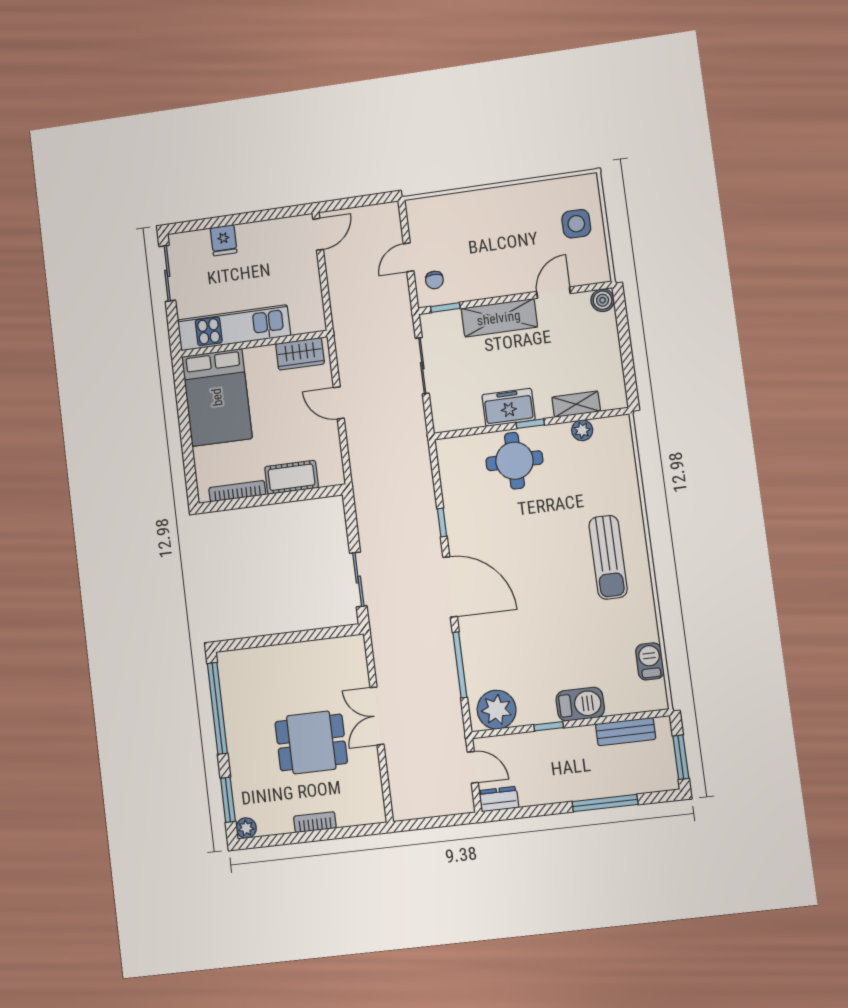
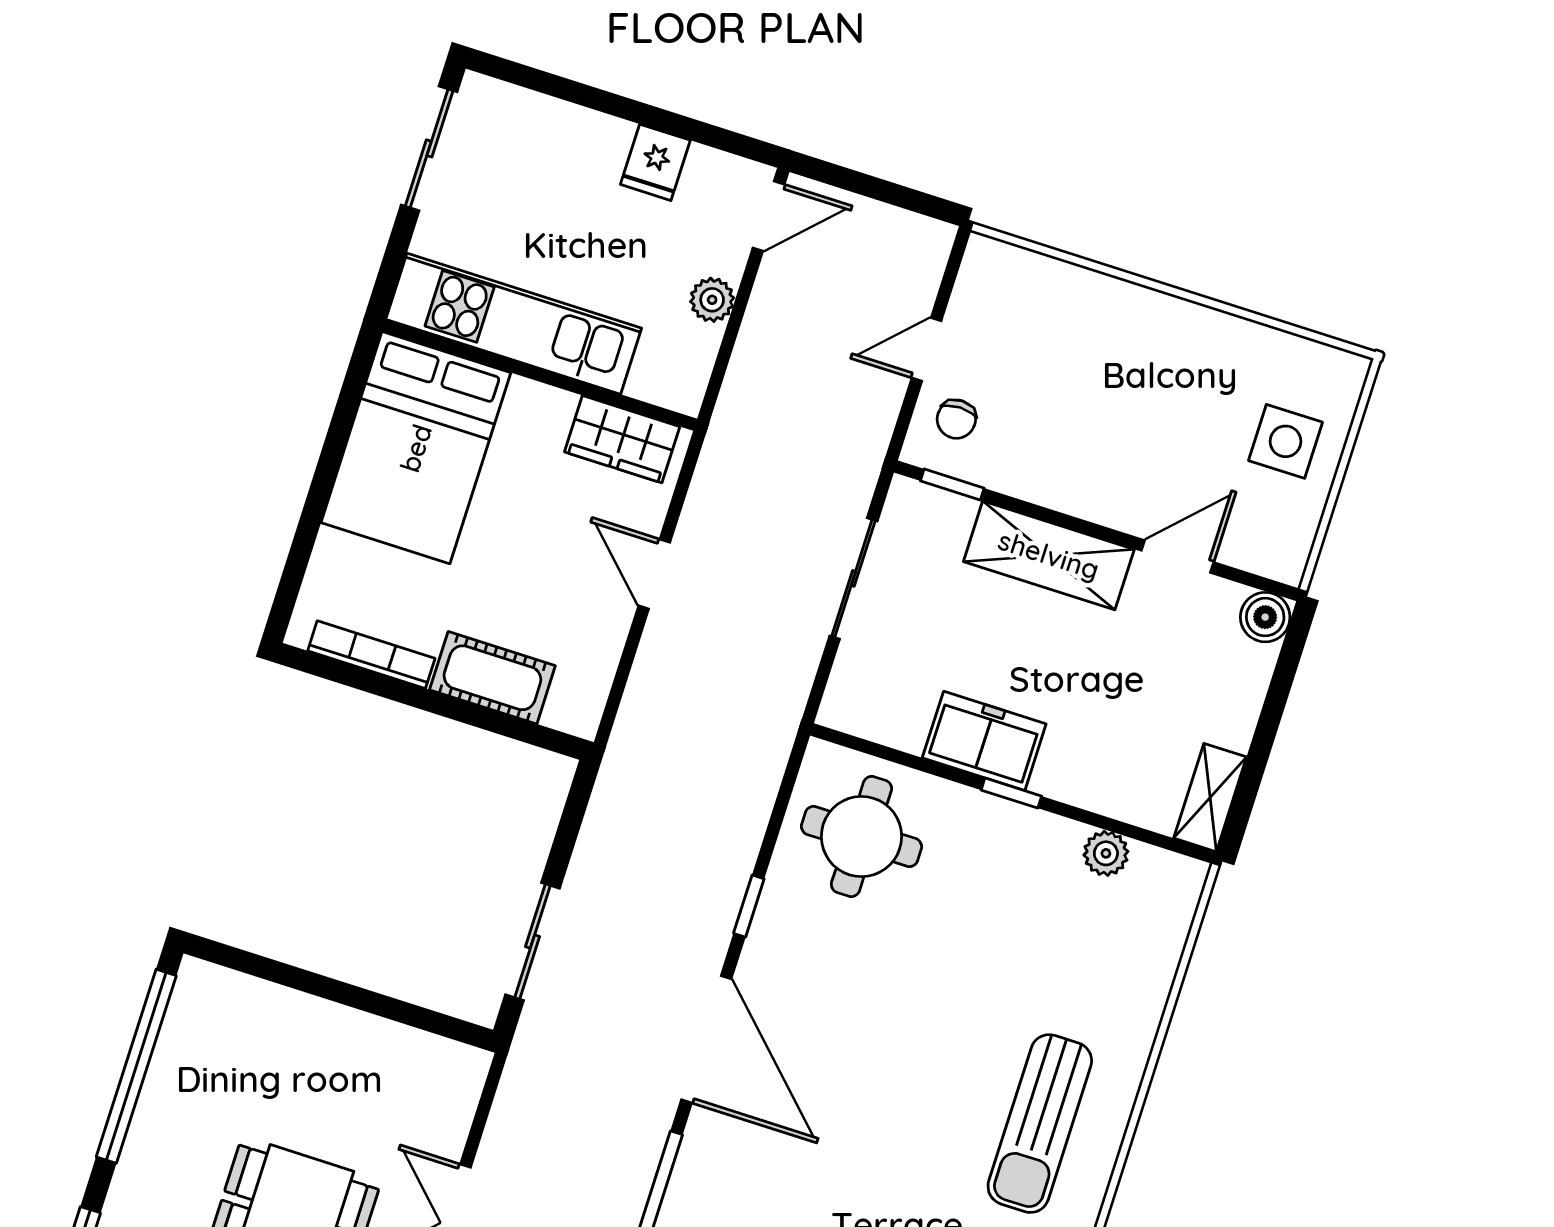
fridge: (224, 240) -> (655, 162), moved
plant: (311, 279) -> (712, 300), added
shelving: (576, 404) -> (1210, 798), moved, turned 90
round table: (514, 461) -> (861, 837), moved

